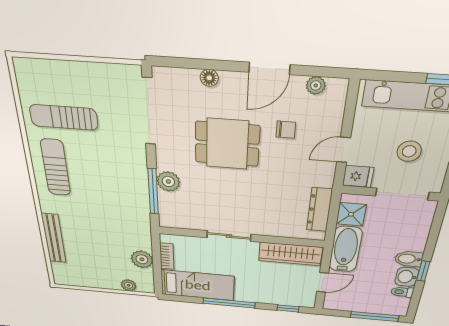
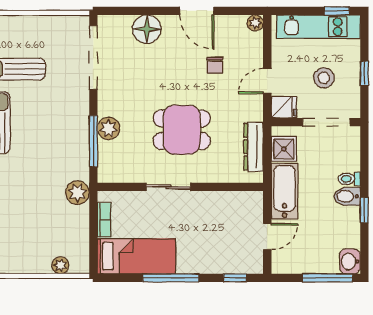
door: (269, 68) -> (197, 11), hinge flipped
floor lamp: (209, 78) -> (147, 29), width x1.89, depth x1.89
plant: (316, 85) -> (255, 23), moved
chair: (286, 130) -> (215, 65), turned 90
dining table: (227, 144) -> (182, 130), moved
wardrobe: (290, 254) -> (231, 203), removed
plant: (142, 259) -> (77, 193), moved
washbasin: (407, 277) -> (350, 262), moved
toilet: (402, 292) -> (349, 179), moved

